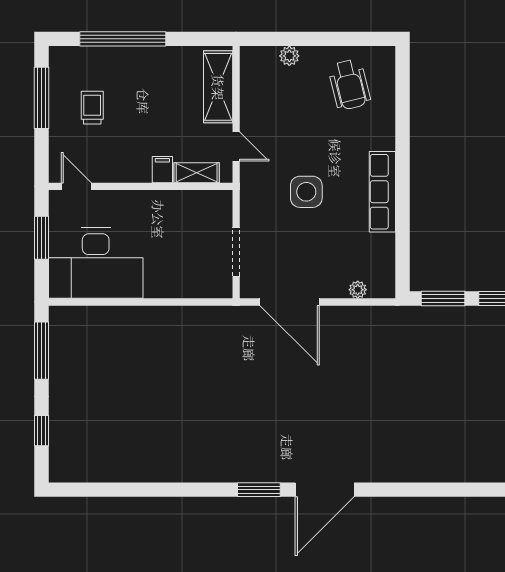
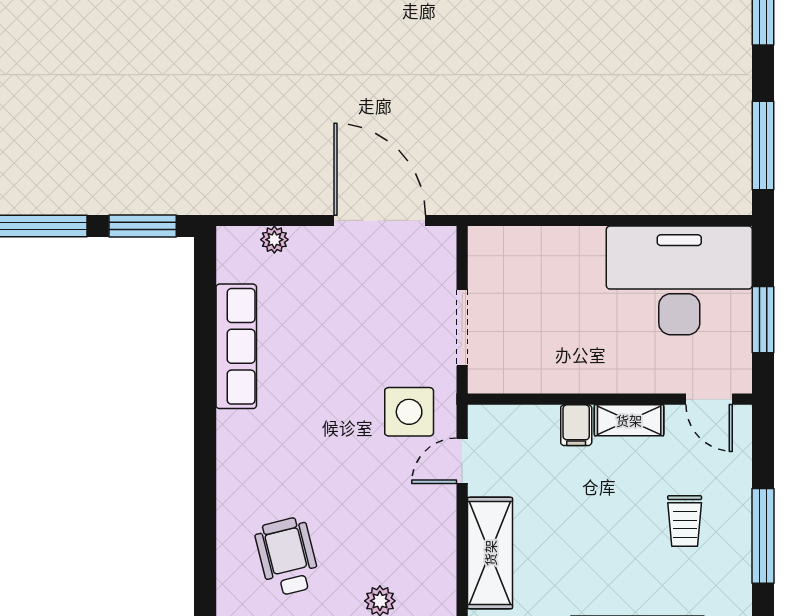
door: (236, 147) -> (462, 461), hinge flipped
shelving: (197, 173) -> (629, 420), moved
side table: (306, 192) -> (409, 412), moved
row of seats: (382, 192) -> (236, 346), moved
doorway: (236, 252) -> (462, 328), moved

